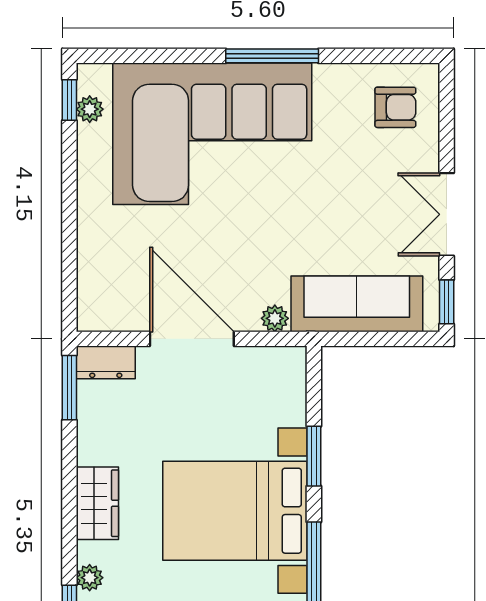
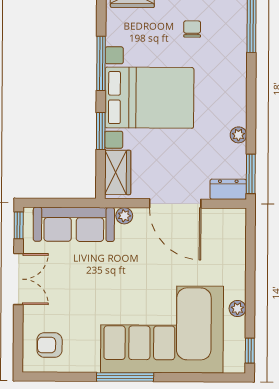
plant: (90, 109) -> (237, 309), moved
wardrobe: (97, 503) -> (118, 172), moved, turned 180
plant: (90, 578) -> (238, 135), moved

